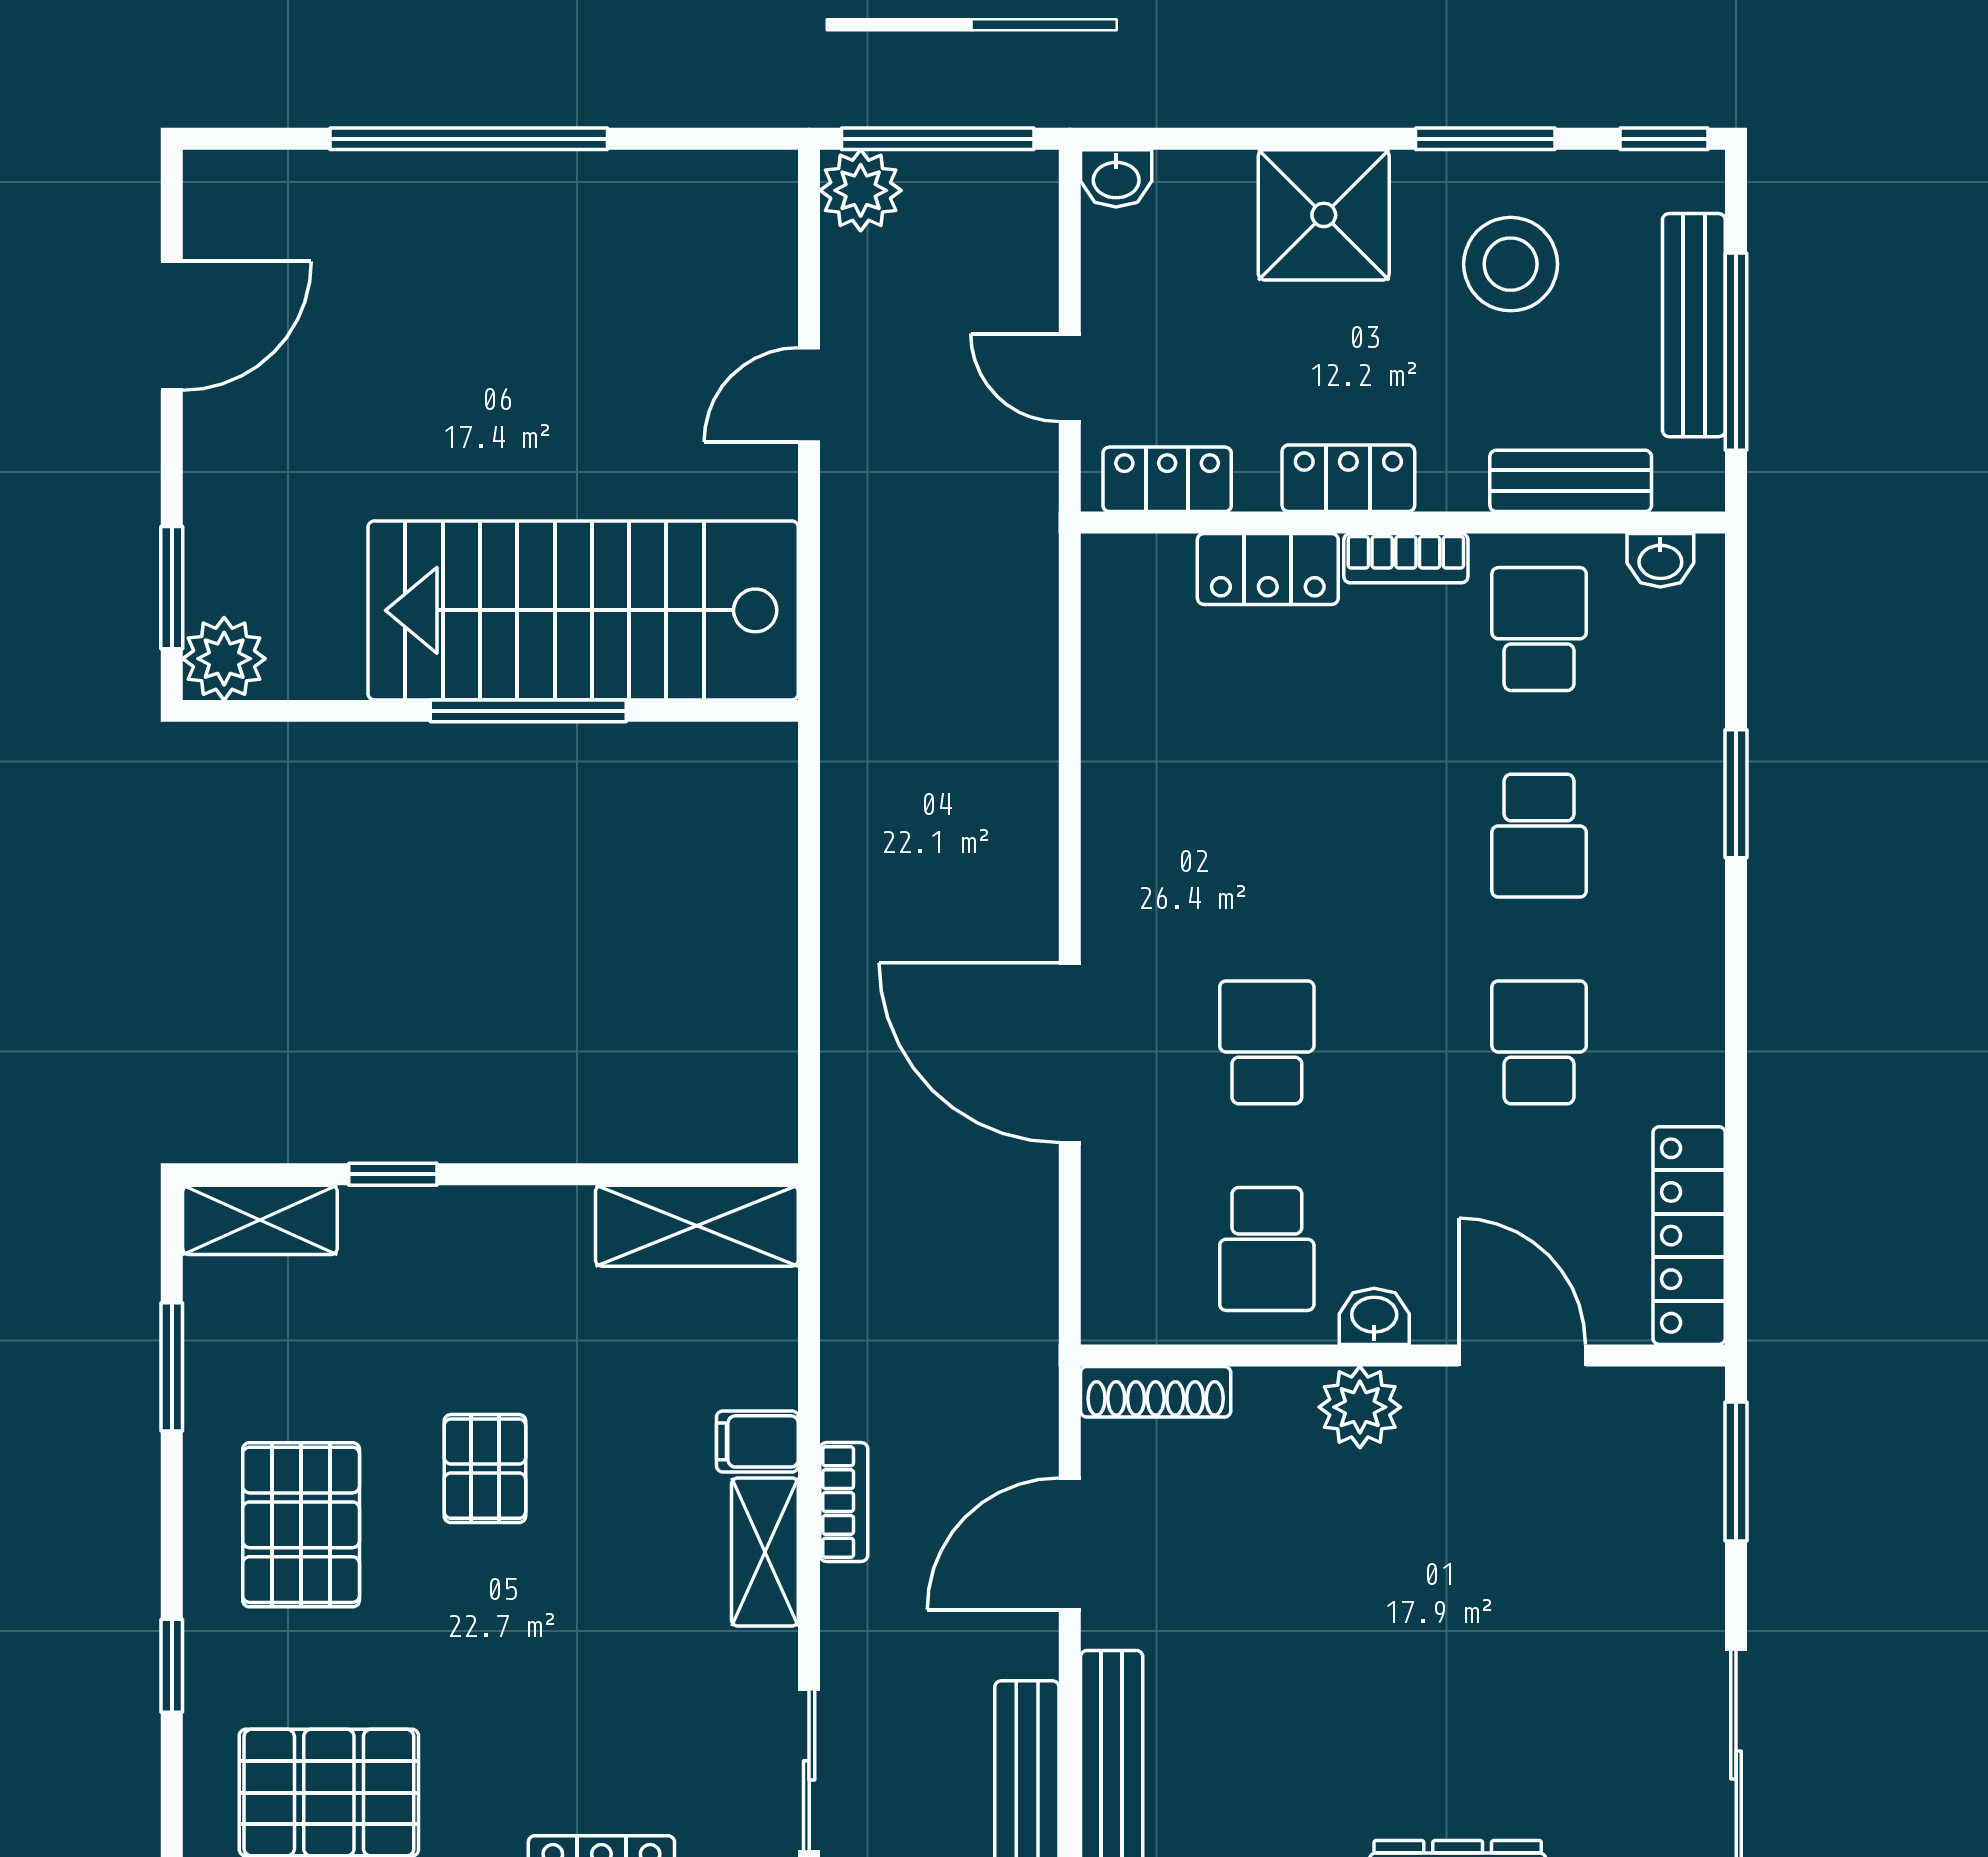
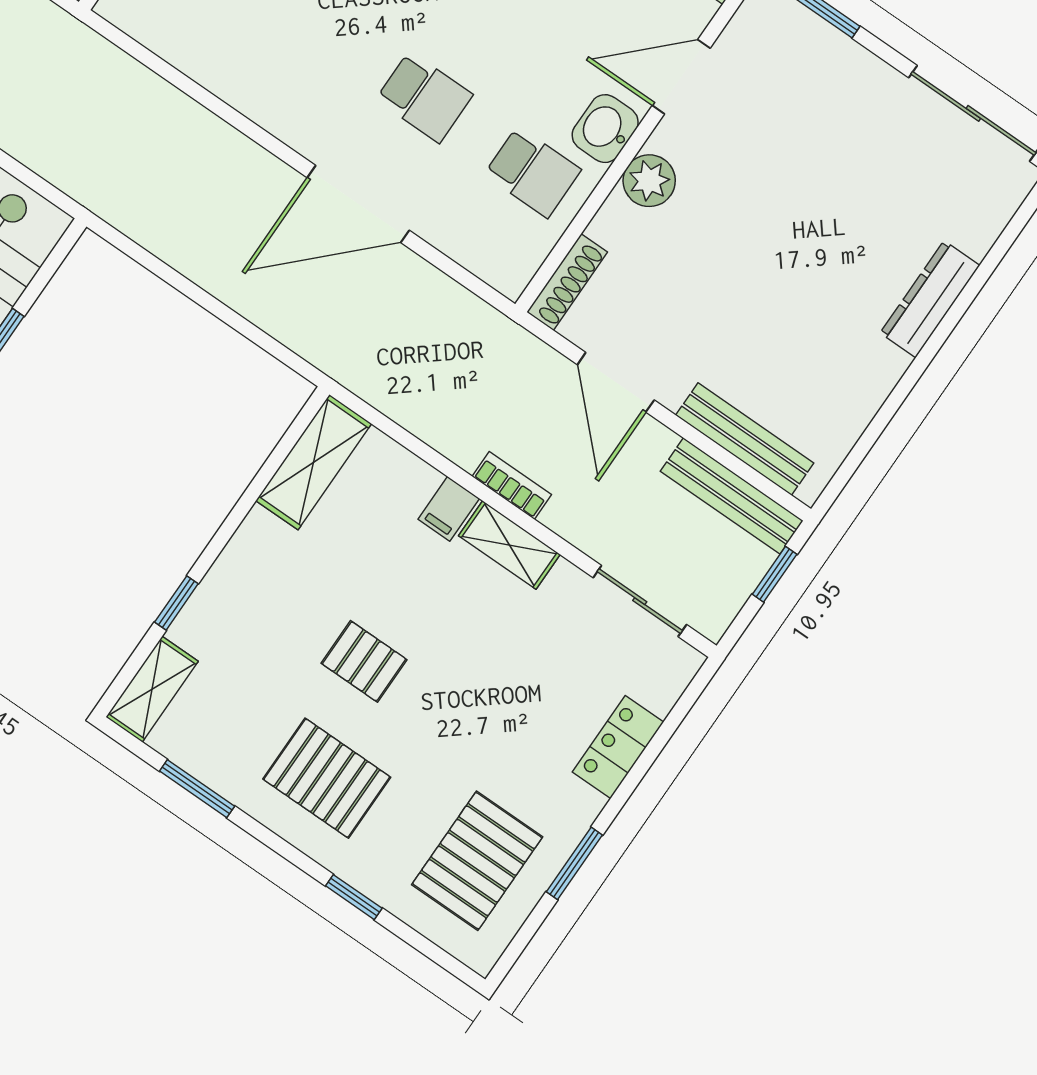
school desk: (1267, 1042) -> (424, 97), turned 180
washbasin: (1374, 1316) -> (605, 129), width x1.38, depth x1.45

